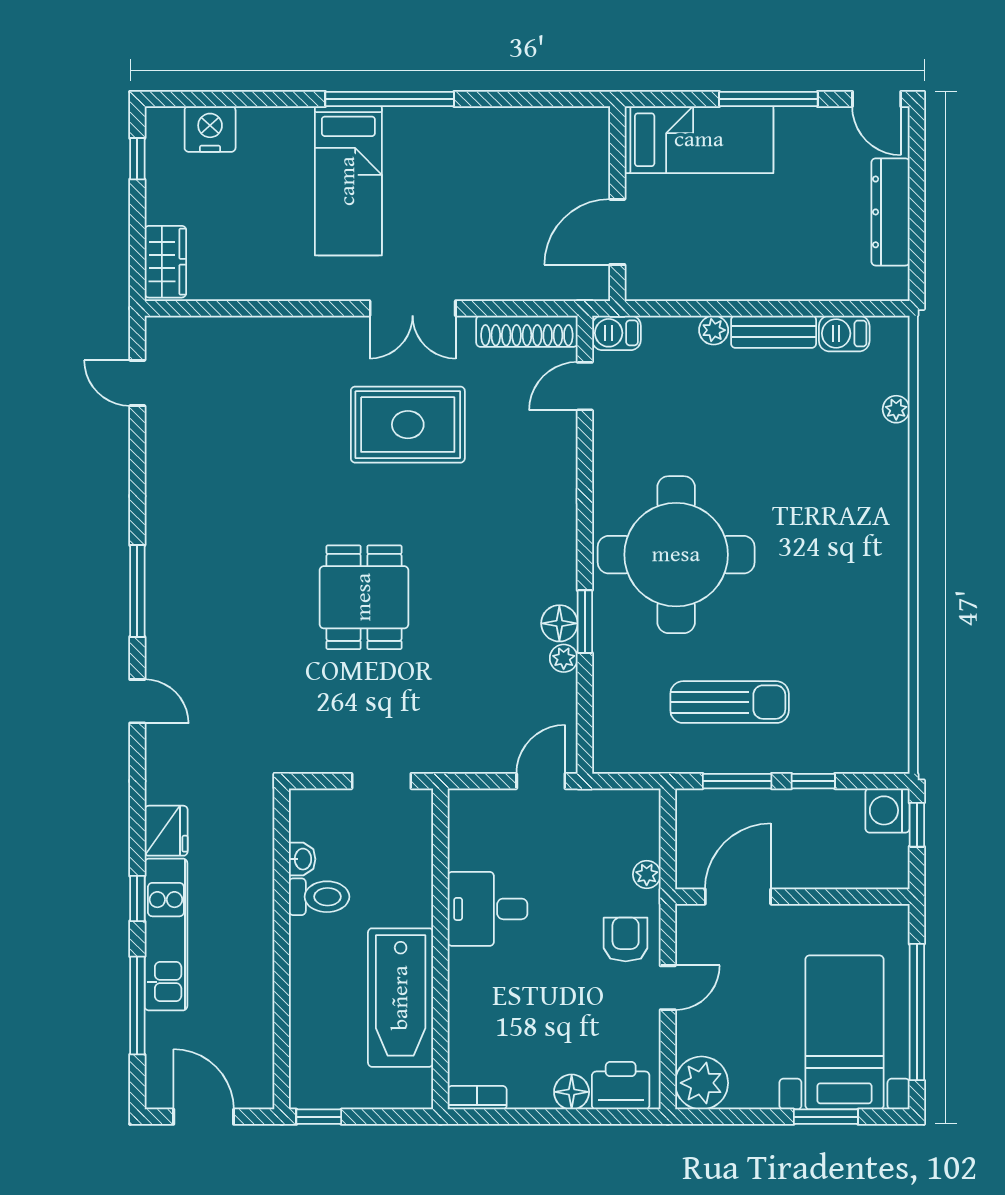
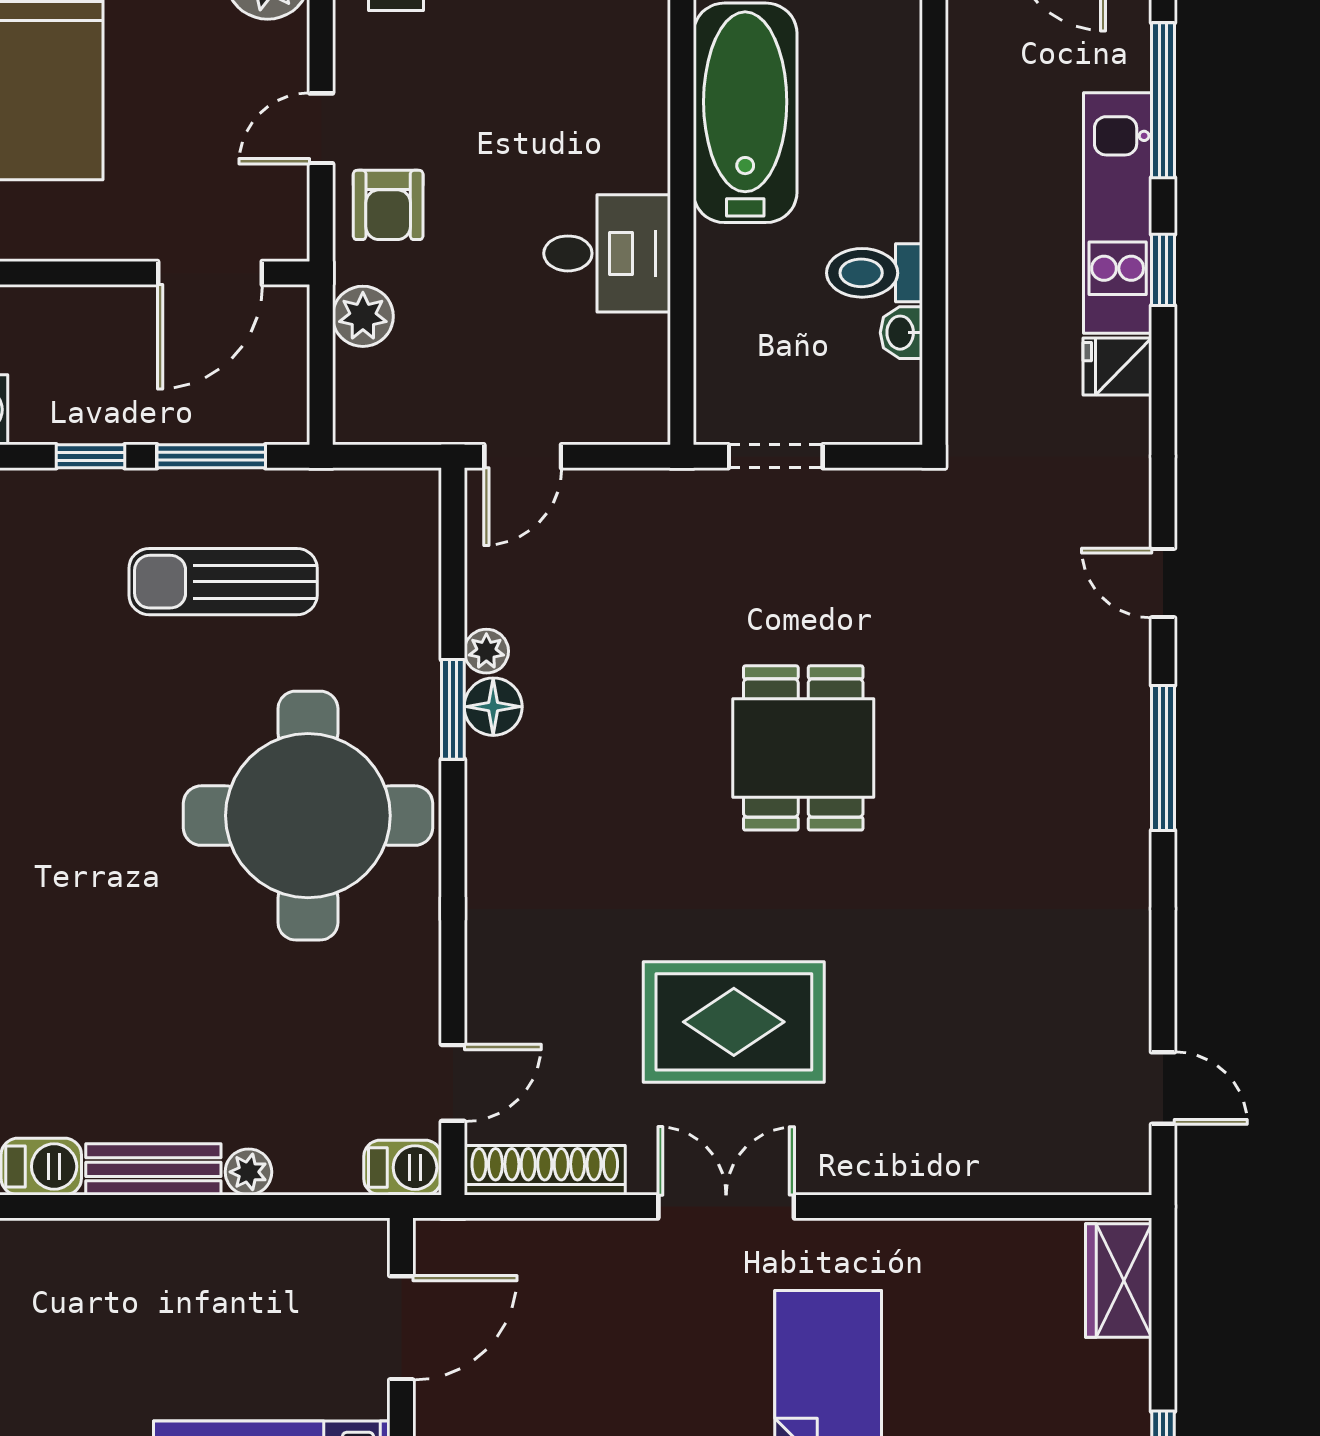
fridge: (166, 831) -> (1117, 366), width x0.72
plant: (647, 875) -> (363, 316), width x1.38, depth x1.38

